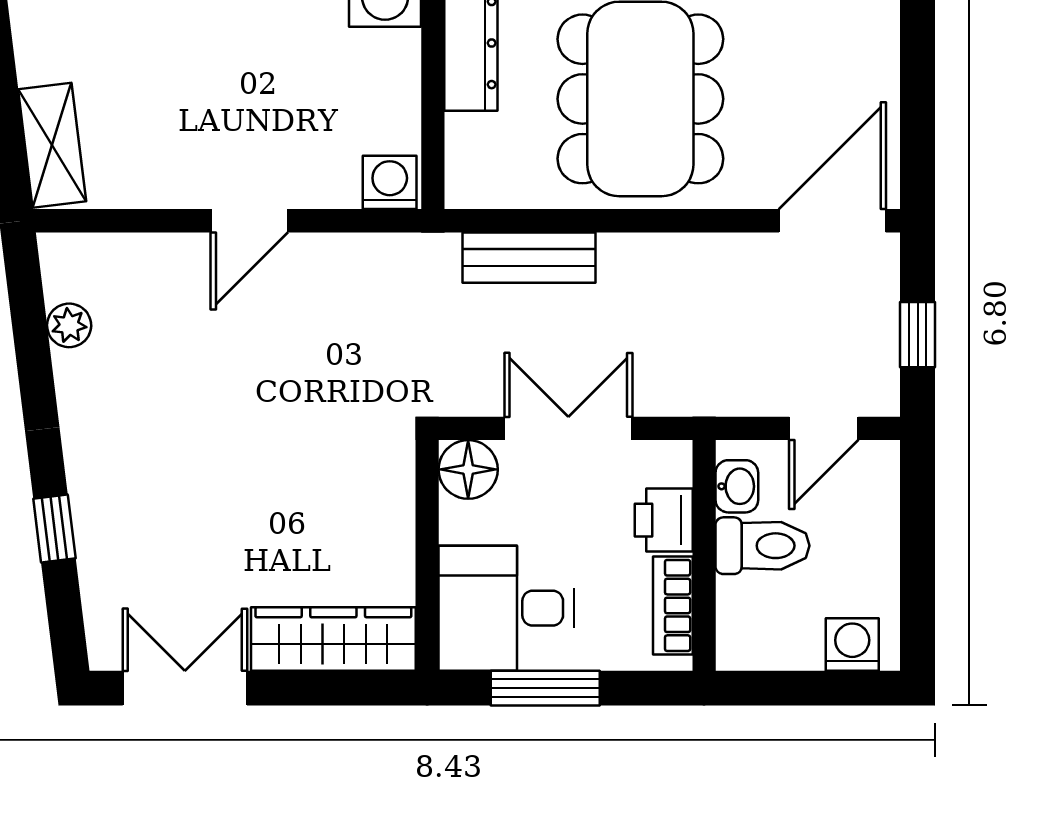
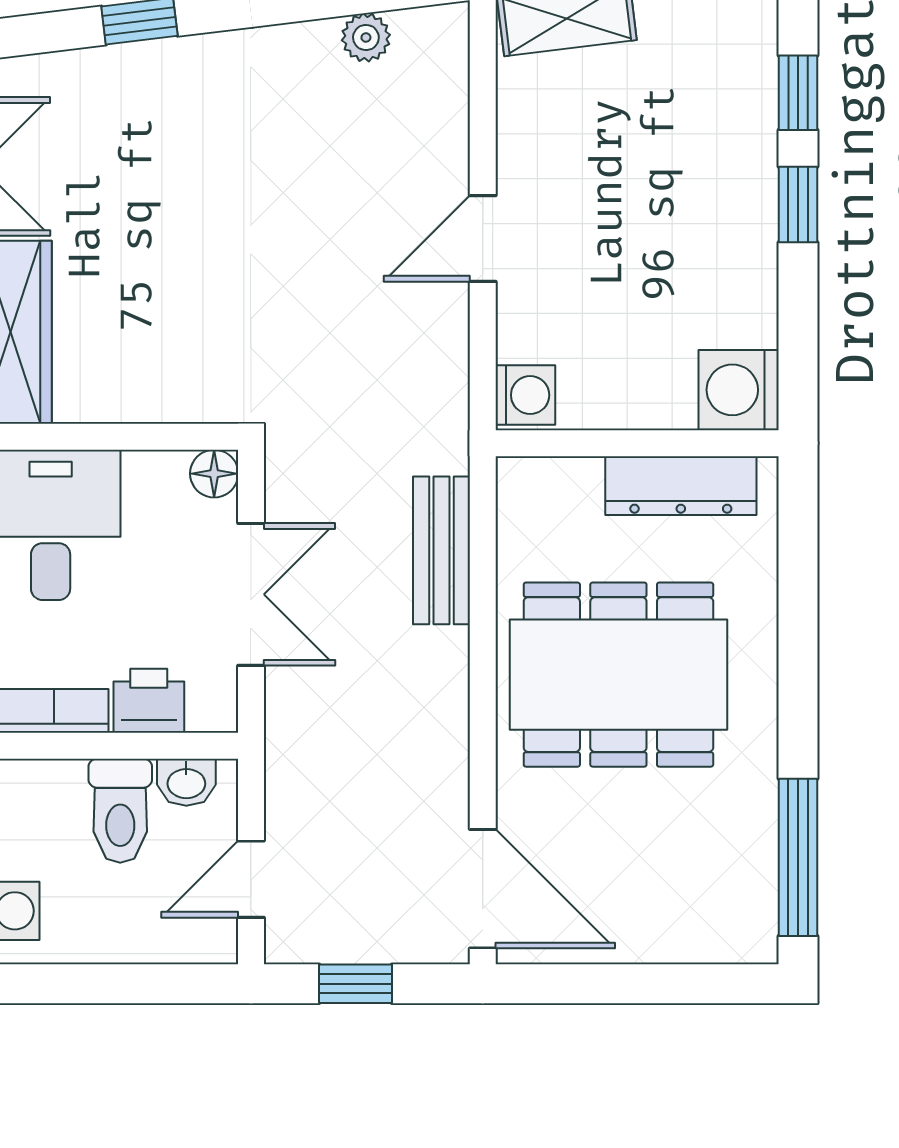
door: (249, 221) -> (483, 238), hinge flipped
door: (824, 428) -> (251, 879), hinge flipped
floor lamp: (468, 469) -> (214, 474), width x0.73, depth x0.73

